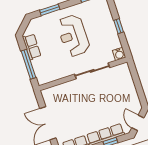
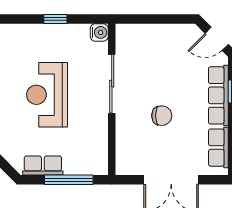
reception desk: (73, 36) -> (47, 95), turned 90
chair: (83, 106) -> (162, 116), added

